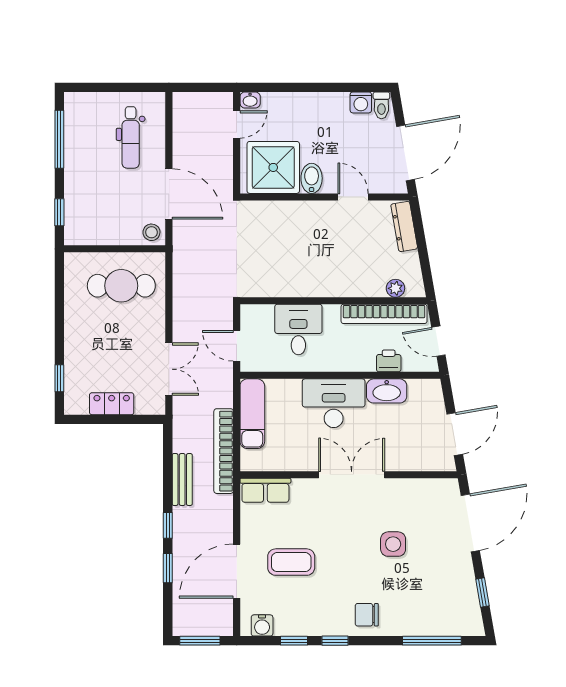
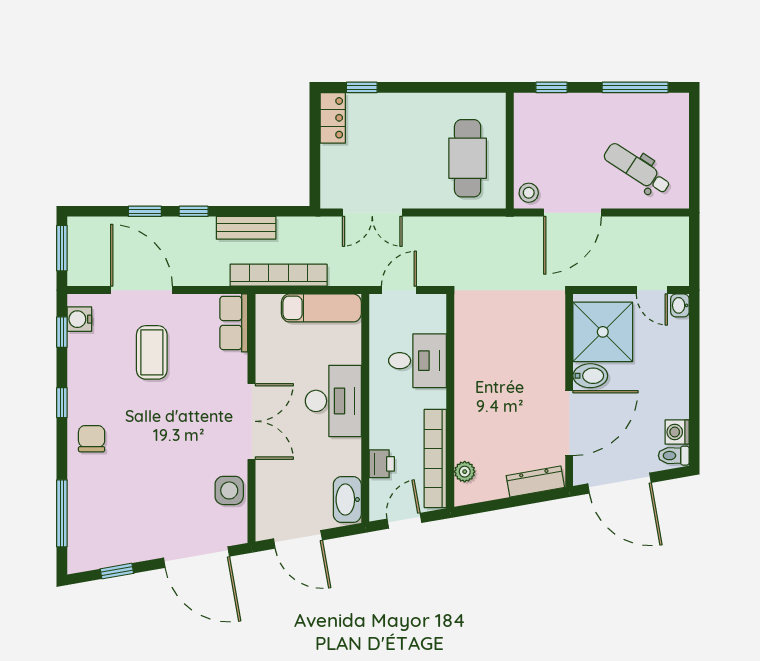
dental chair: (131, 137) -> (637, 169), turned 33
door: (353, 197) -> (569, 423), width x1.87
washbasin: (387, 391) -> (347, 500), moved
locker: (112, 404) -> (333, 118), moved
side table: (393, 544) -> (229, 490), moved
window: (294, 641) -> (62, 332), moved

